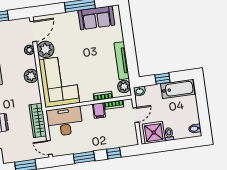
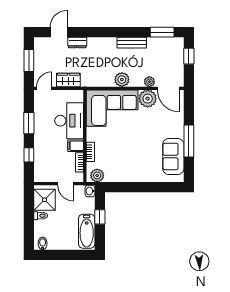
tv unit: (122, 61) -> (125, 177), removed
wardrobe: (38, 120) -> (68, 80), width x0.67
desk: (65, 122) -> (69, 121), moved

